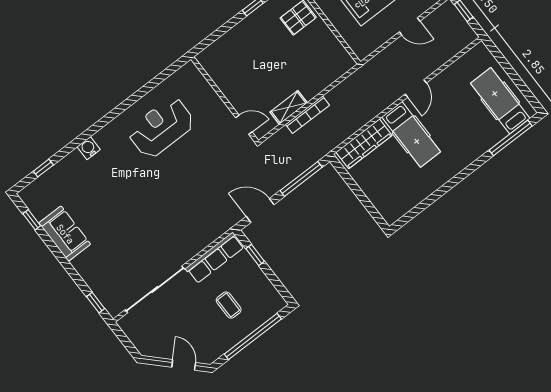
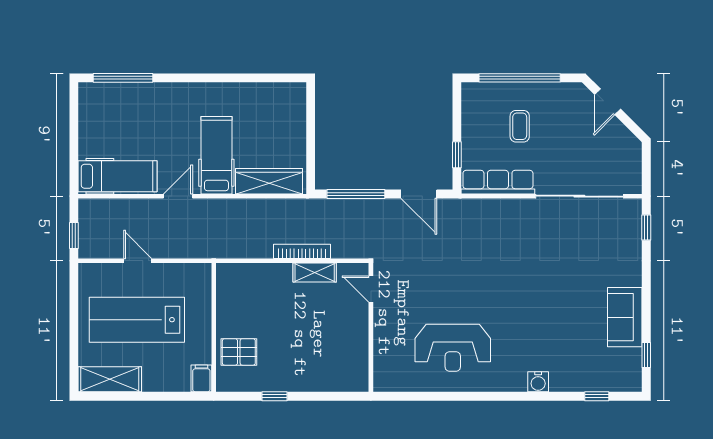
hospital bed: (500, 101) -> (118, 176), moved, turned -90

